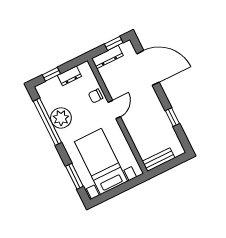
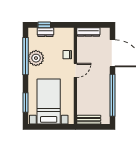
window: (114, 43) -> (97, 25), removed
dresser: (69, 76) -> (45, 32), moved
window: (172, 117) -> (113, 95), width x3.17

